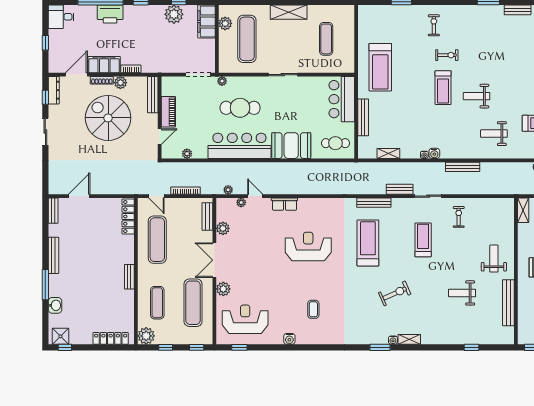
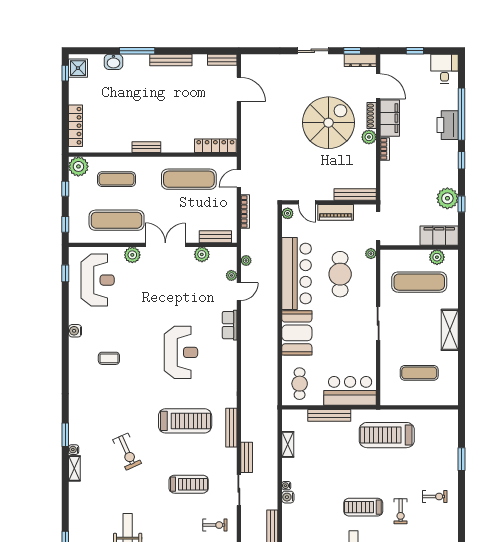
bench: (153, 95) -> (355, 195), moved
piano: (168, 112) -> (336, 212), moved
wall: (160, 117) -> (329, 202), moved
door: (160, 137) -> (307, 202), moved

